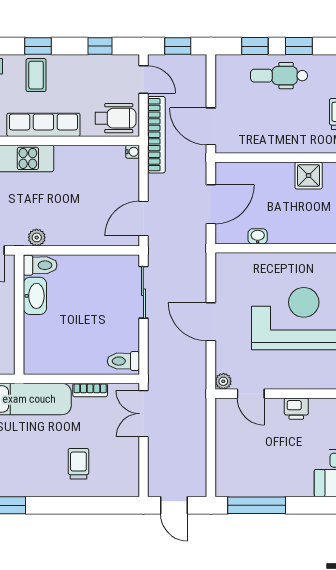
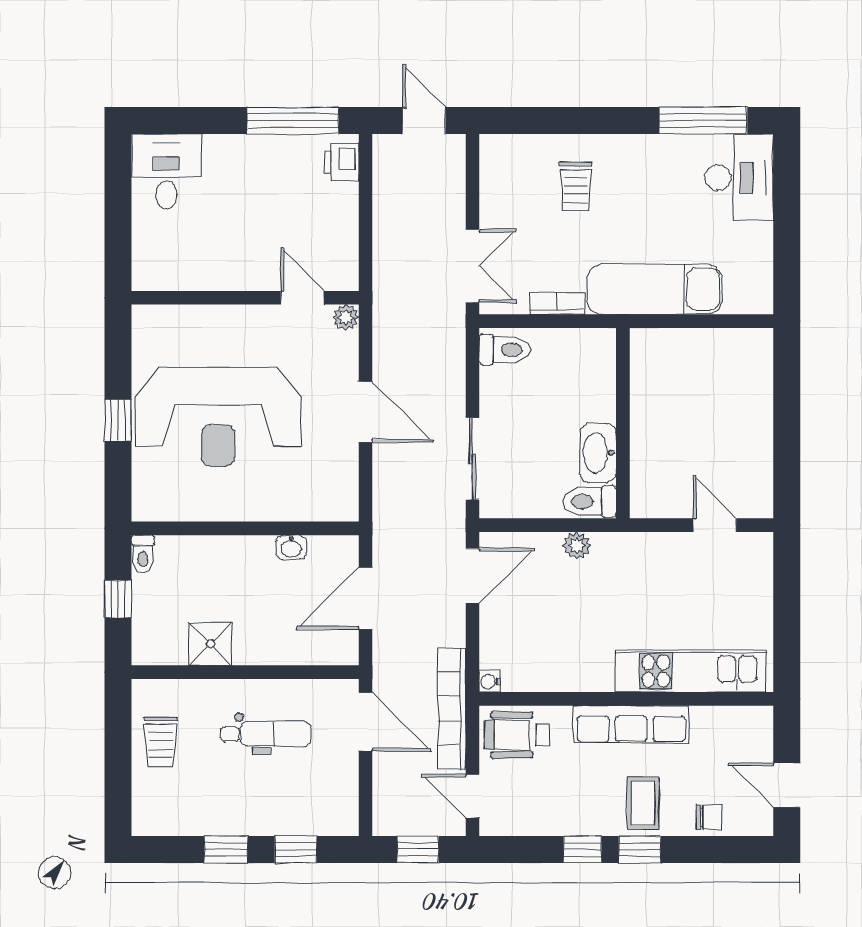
window: (100, 46) -> (582, 849), moved
dental chair: (279, 76) -> (266, 734), moved
plant: (37, 237) -> (577, 546), moved
toilet: (40, 265) -> (590, 502), moved
washbasin: (35, 296) -> (598, 453), moved
wall: (19, 315) -> (623, 423), moved
printer: (296, 409) -> (342, 162), moved, turned -90

